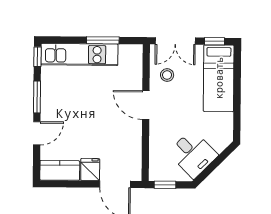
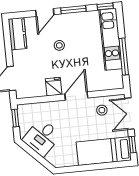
window: (103, 40) -> (124, 57), width x1.44
stool: (80, 120) -> (59, 45), added
door: (37, 133) -> (45, 12), hinge flipped
fridge: (90, 169) -> (54, 87), moved, turned -90

